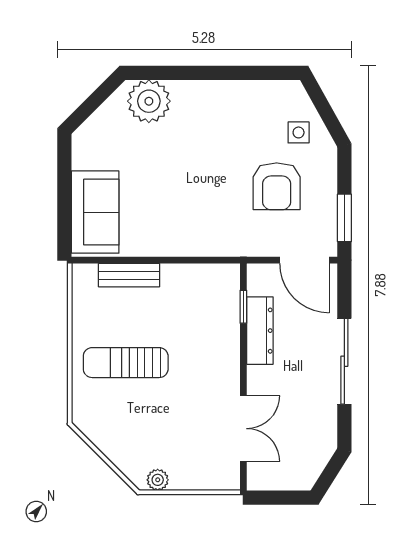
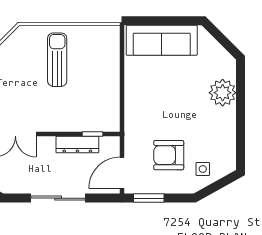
plant: (149, 101) -> (223, 93), moved
sofa: (95, 212) -> (162, 40), width x1.36
bench: (129, 275) -> (112, 62), removed

